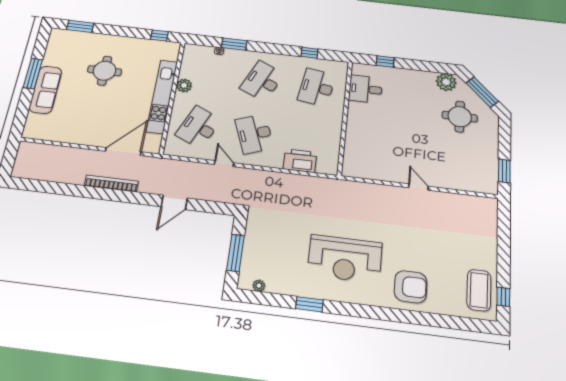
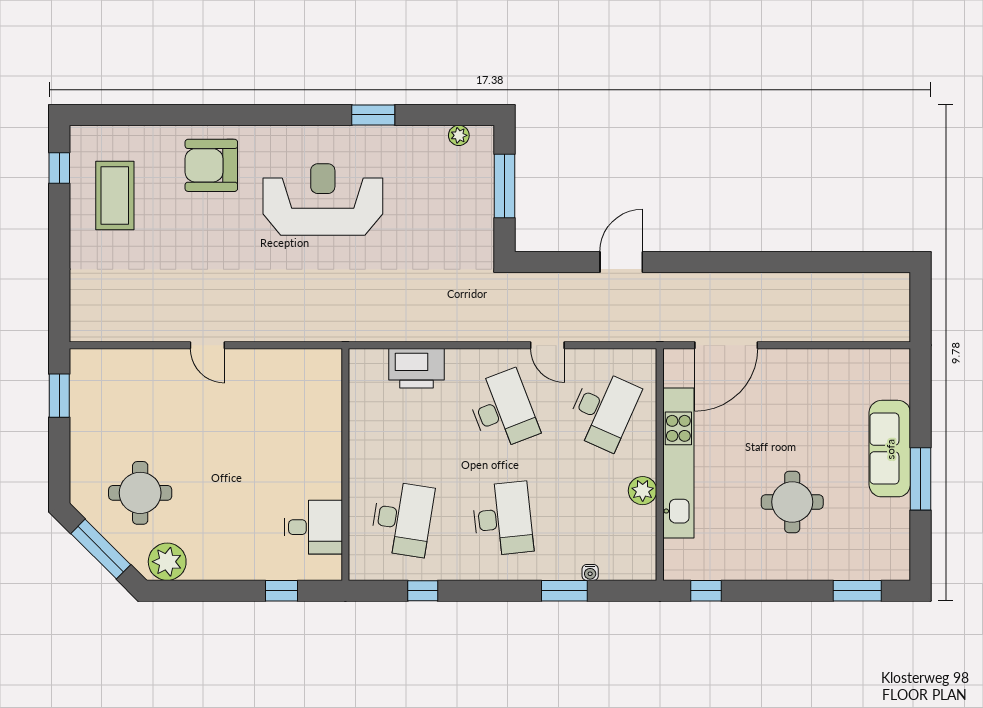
desk: (262, 81) -> (503, 519), turned -30
bookcase: (111, 184) -> (734, 283), removed
coffee table: (479, 290) -> (115, 195), moved

